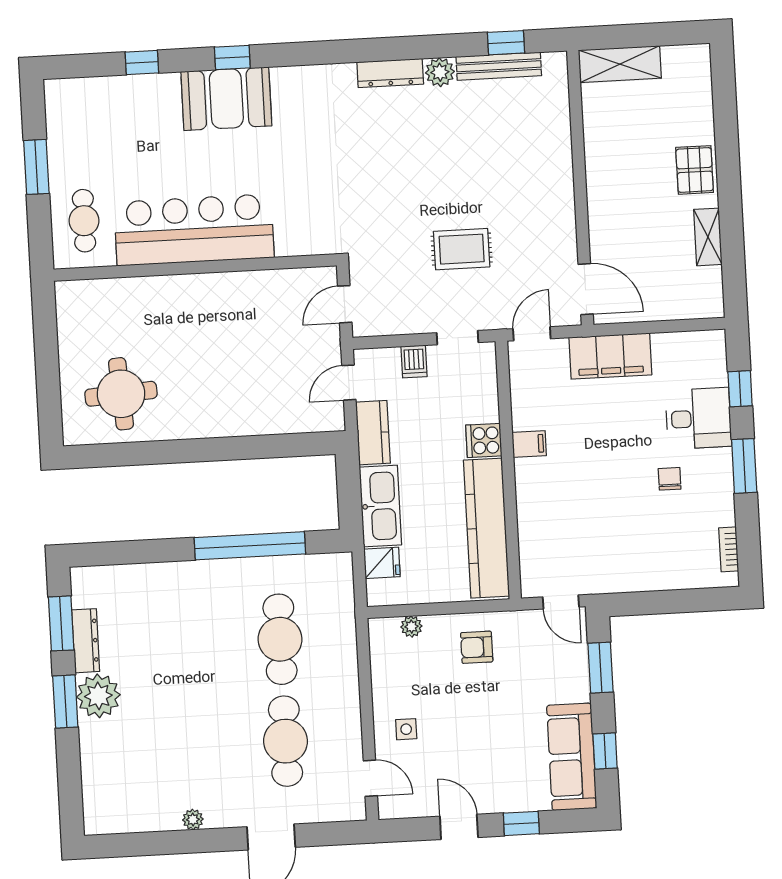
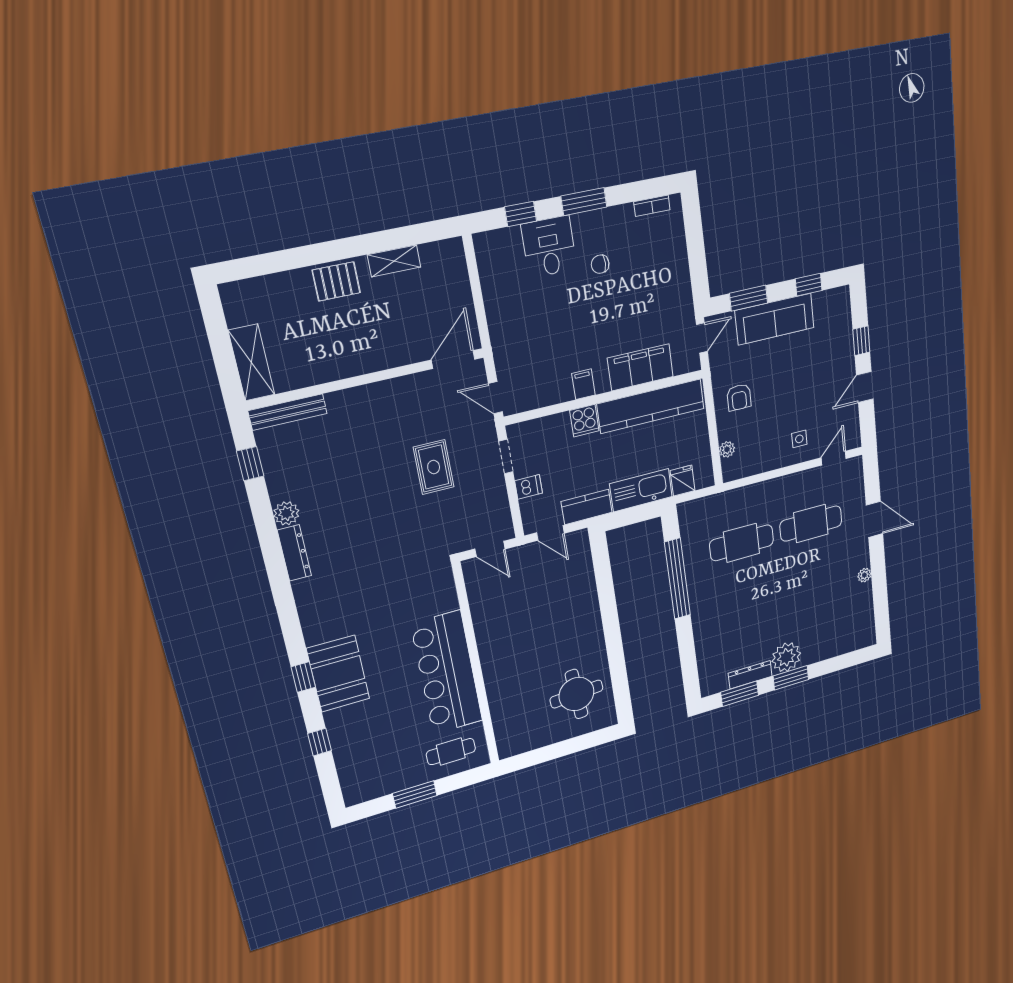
bench: (499, 66) -> (288, 412), moved, turned 90
filing cabinet: (610, 356) -> (640, 367), moved, turned -90
sofa: (572, 757) -> (775, 319), moved

